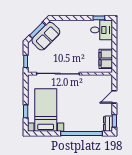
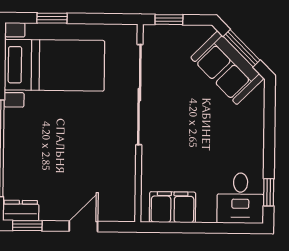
door: (114, 97) -> (83, 226), hinge flipped

